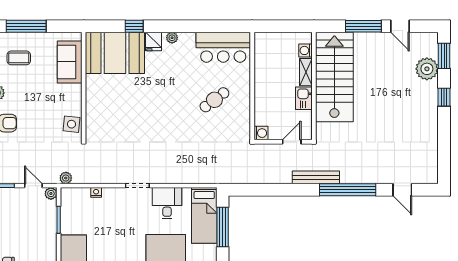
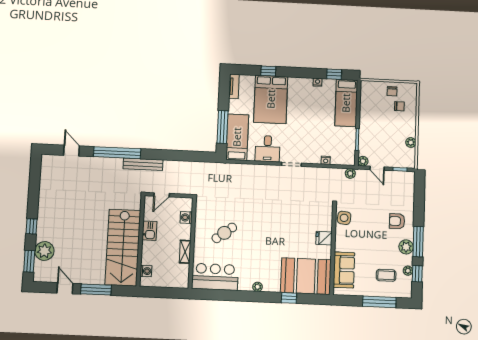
fridge: (154, 42) -> (324, 238), moved, turned -90
shelving: (306, 72) -> (185, 252), moved
washing machine: (261, 133) -> (186, 217), moved

